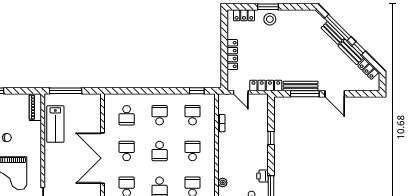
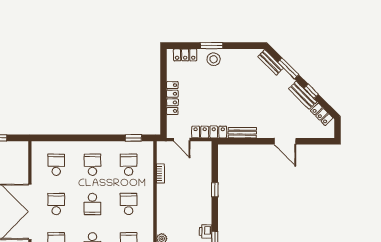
window: (338, 28) -> (288, 68), width x0.69
bench: (333, 33) -> (271, 62), moved
bench: (301, 86) -> (242, 133), width x0.73
window: (305, 94) -> (252, 141), removed
school desk: (127, 115) -> (56, 165), turned 180

